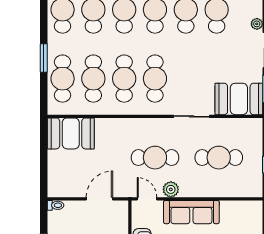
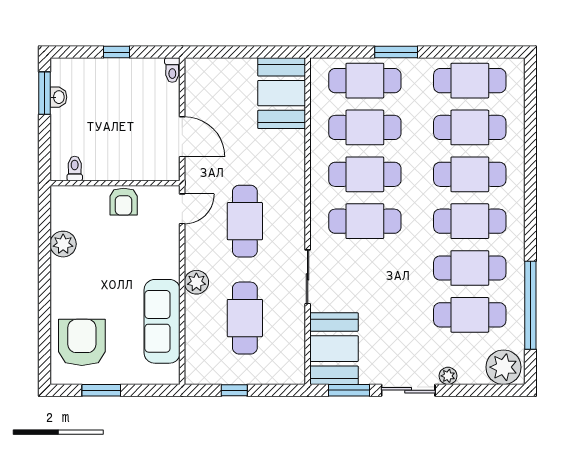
plant: (171, 189) -> (196, 282), moved
sofa: (191, 212) -> (162, 321), moved

